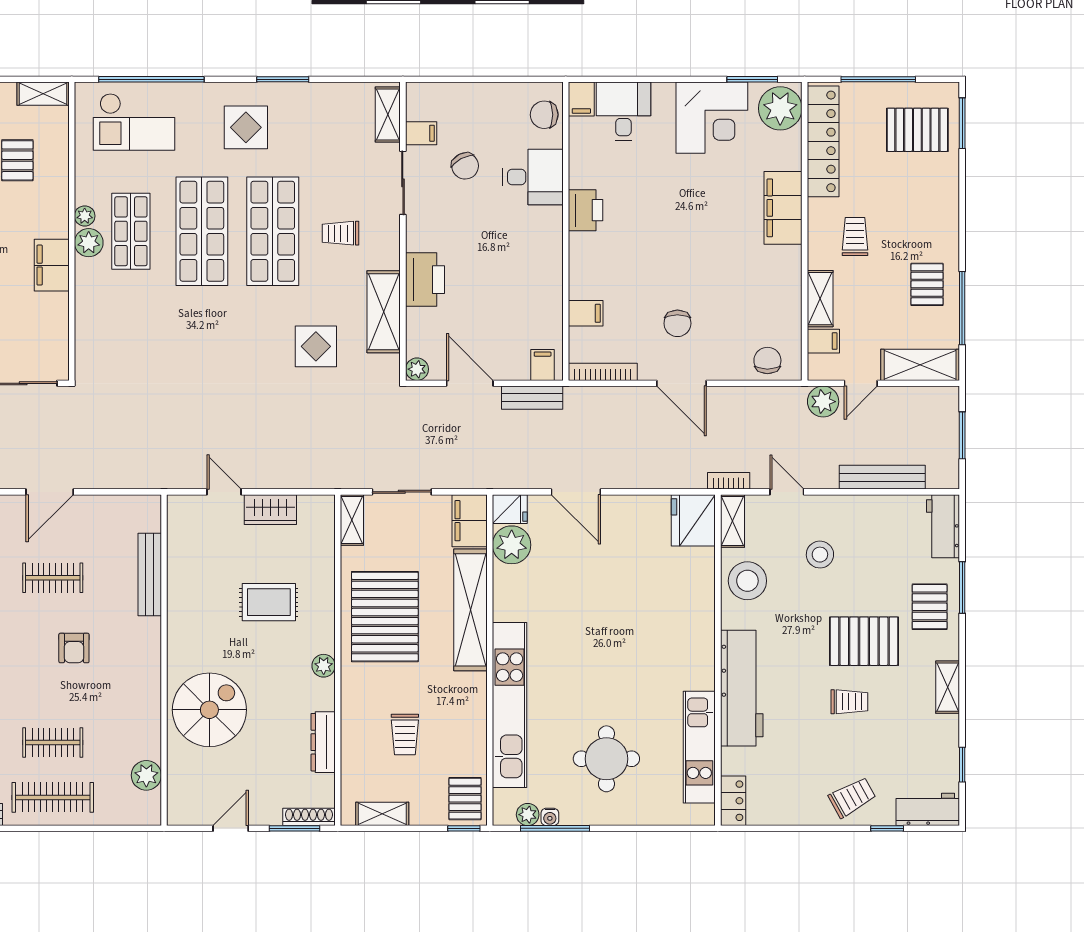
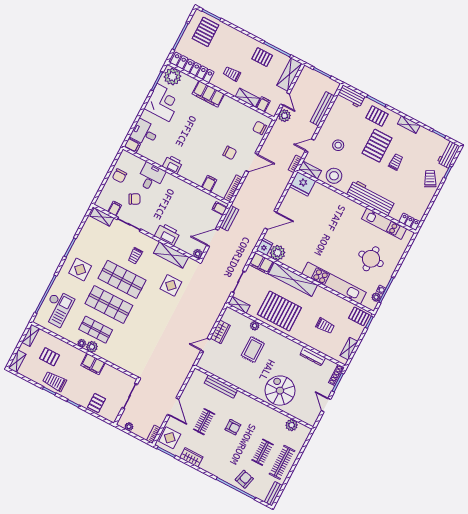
chair: (544, 115) -> (119, 176), moved
plant: (324, 666) -> (255, 326), moved

